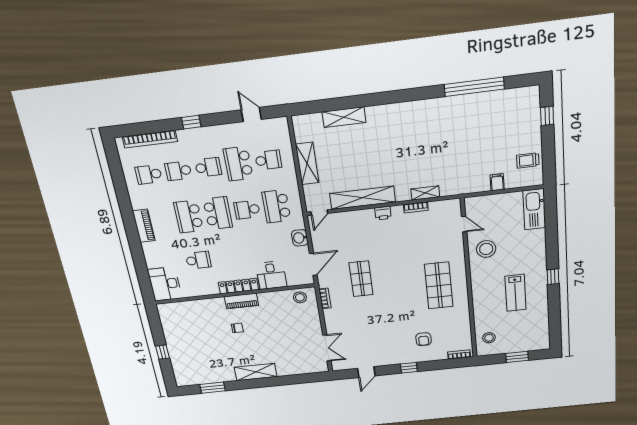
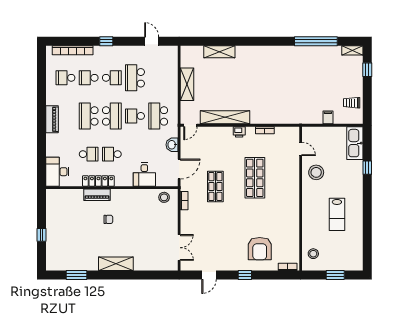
school desk: (268, 160) -> (112, 154), moved, turned 180
shelving: (425, 193) -> (352, 50), moved
window: (553, 277) -> (367, 168), moved
locker: (238, 286) -> (98, 181), moved
shop shelf: (439, 286) -> (255, 178), moved
piano: (241, 301) -> (97, 195), moved
armchair: (424, 339) -> (260, 249), width x1.88, depth x1.88

